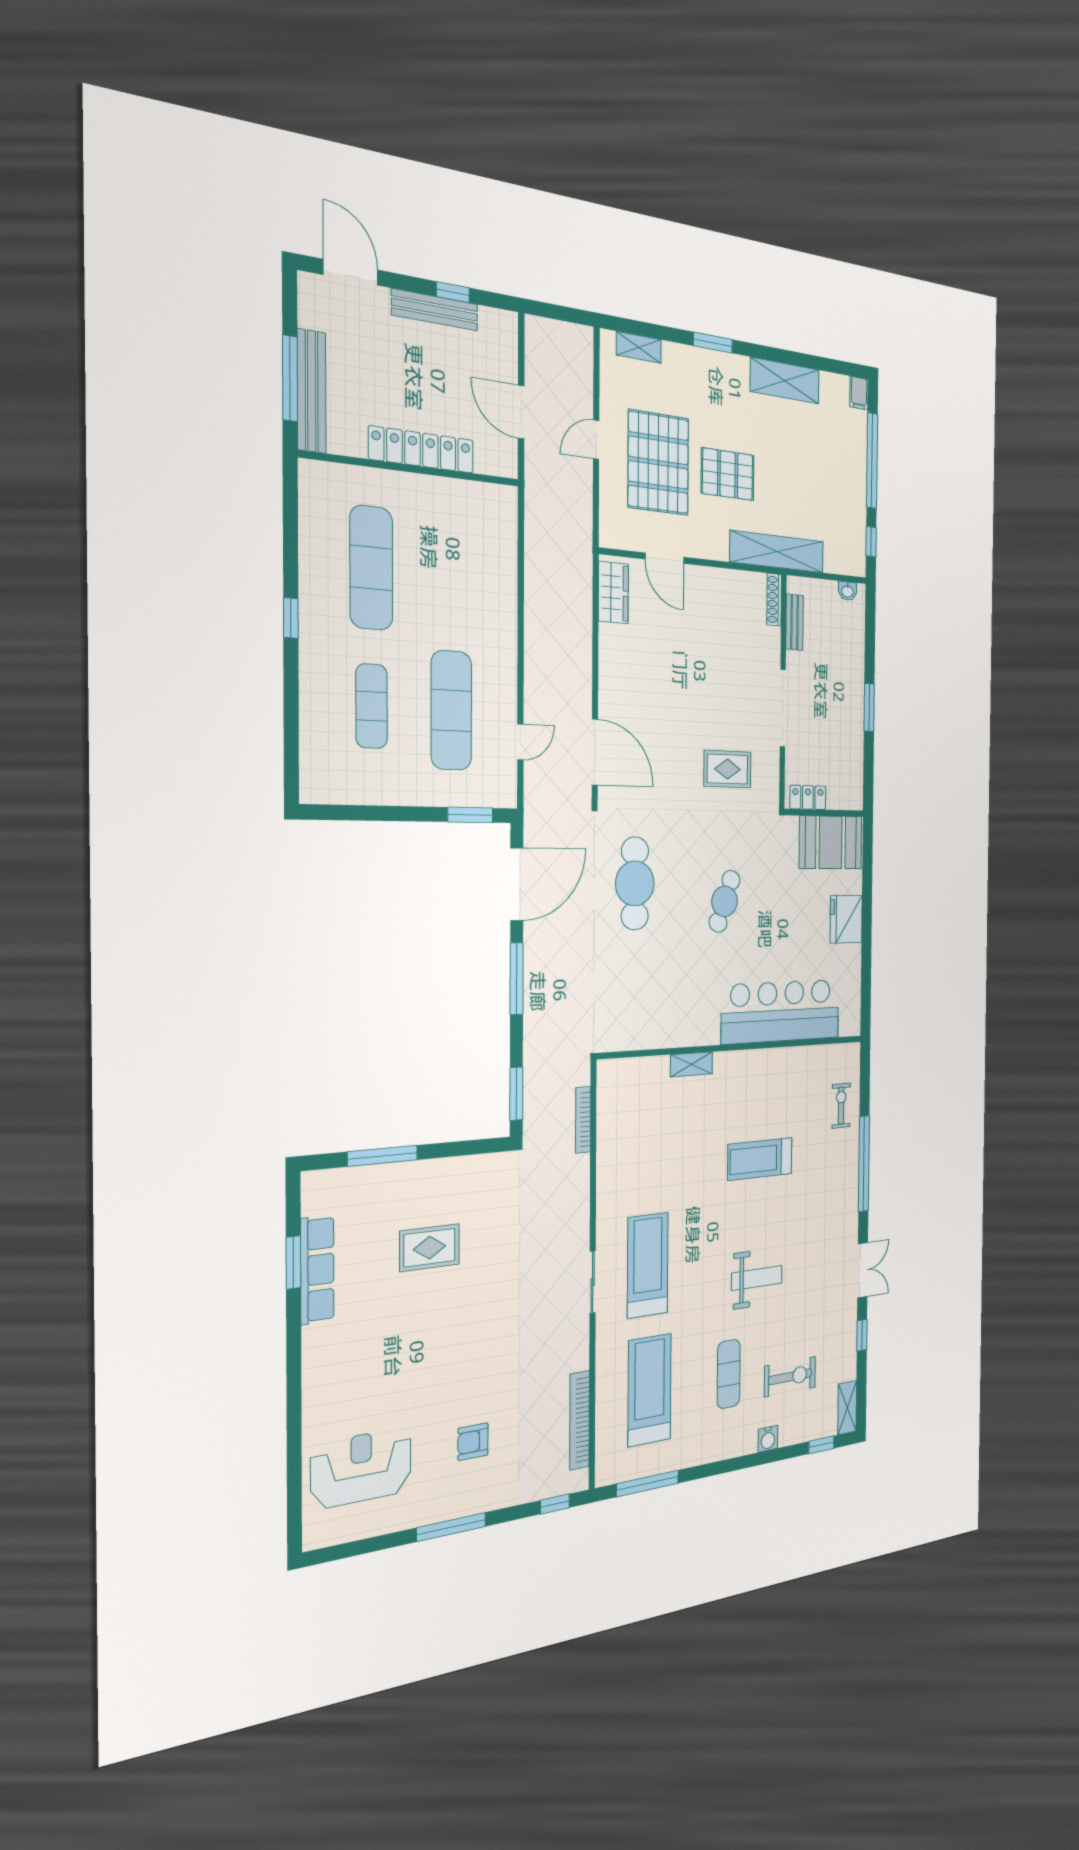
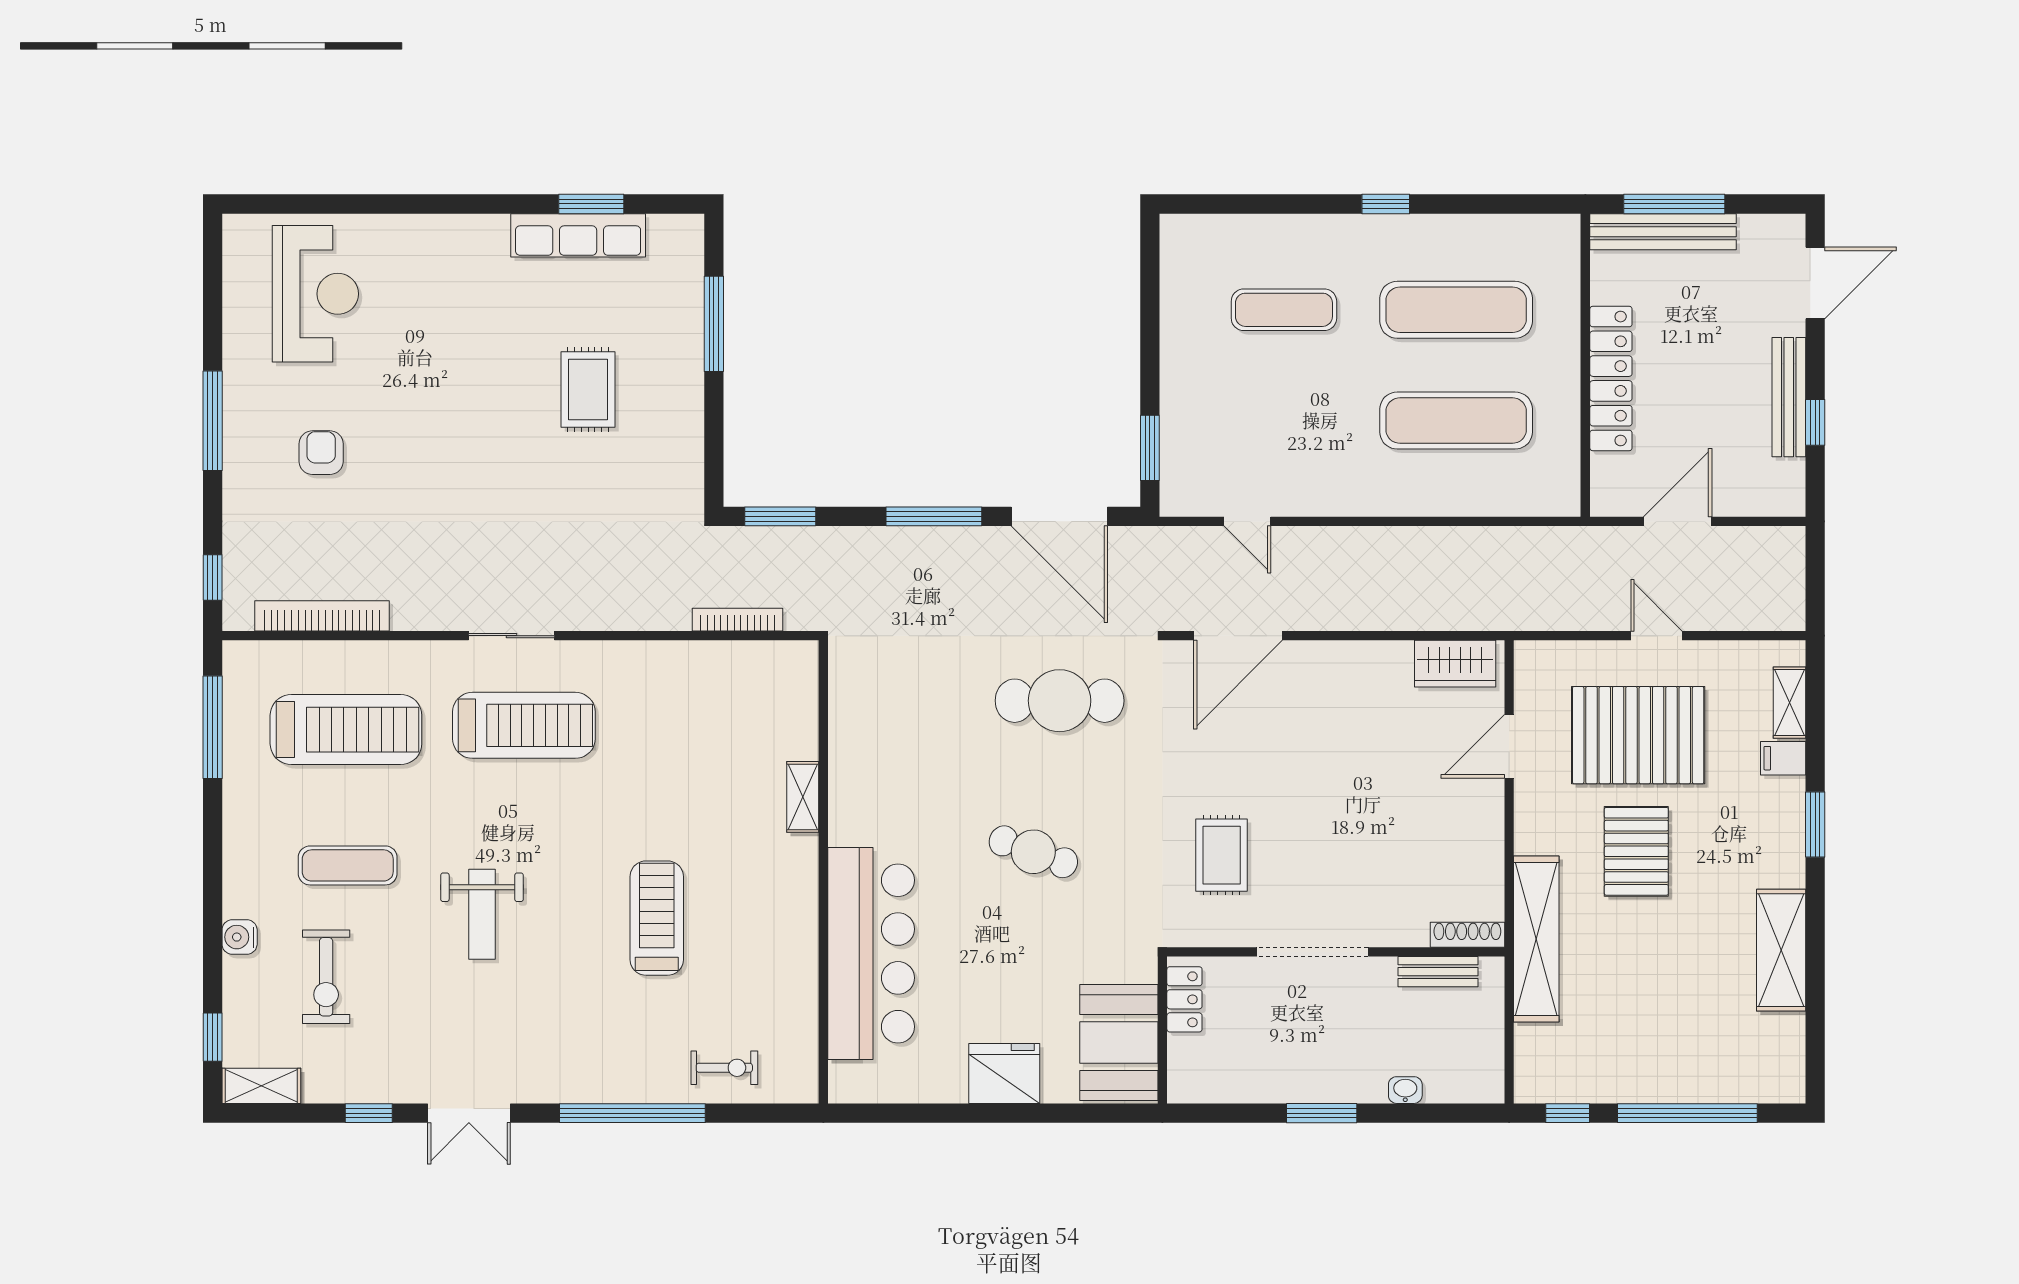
filing cabinet: (859, 393) -> (1783, 758), moved
washbasin: (847, 591) -> (1405, 1090), moved, turned 90
exercise mat: (451, 710) -> (1456, 421), moved

